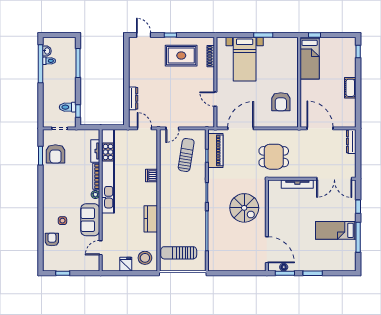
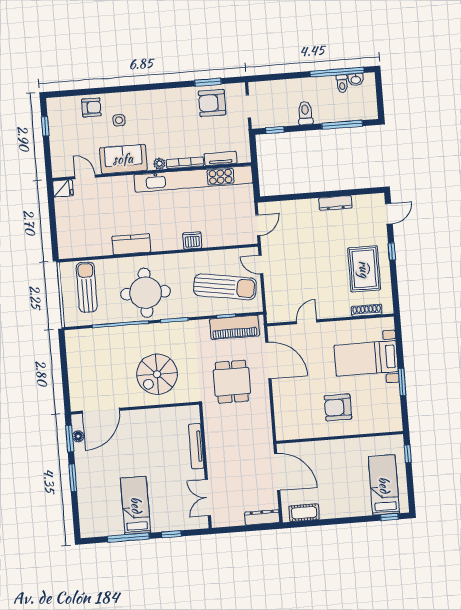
bed: (310, 58) -> (384, 485), moved, turned 90
cot: (350, 88) -> (304, 513), moved
dresser: (133, 98) -> (335, 203), moved
armchair: (281, 102) -> (338, 407), moved
toilet: (68, 107) -> (305, 113), moved
door: (320, 128) -> (277, 472), hinge flipped
sun lounger: (186, 155) -> (225, 287), width x1.36, depth x1.34
dining table: (274, 157) -> (232, 382), moved
double door: (334, 179) -> (208, 498), width x0.73
round table: (186, 211) -> (146, 293), added
stool: (145, 258) -> (76, 240), removed
fridge: (126, 264) -> (63, 188), moved

